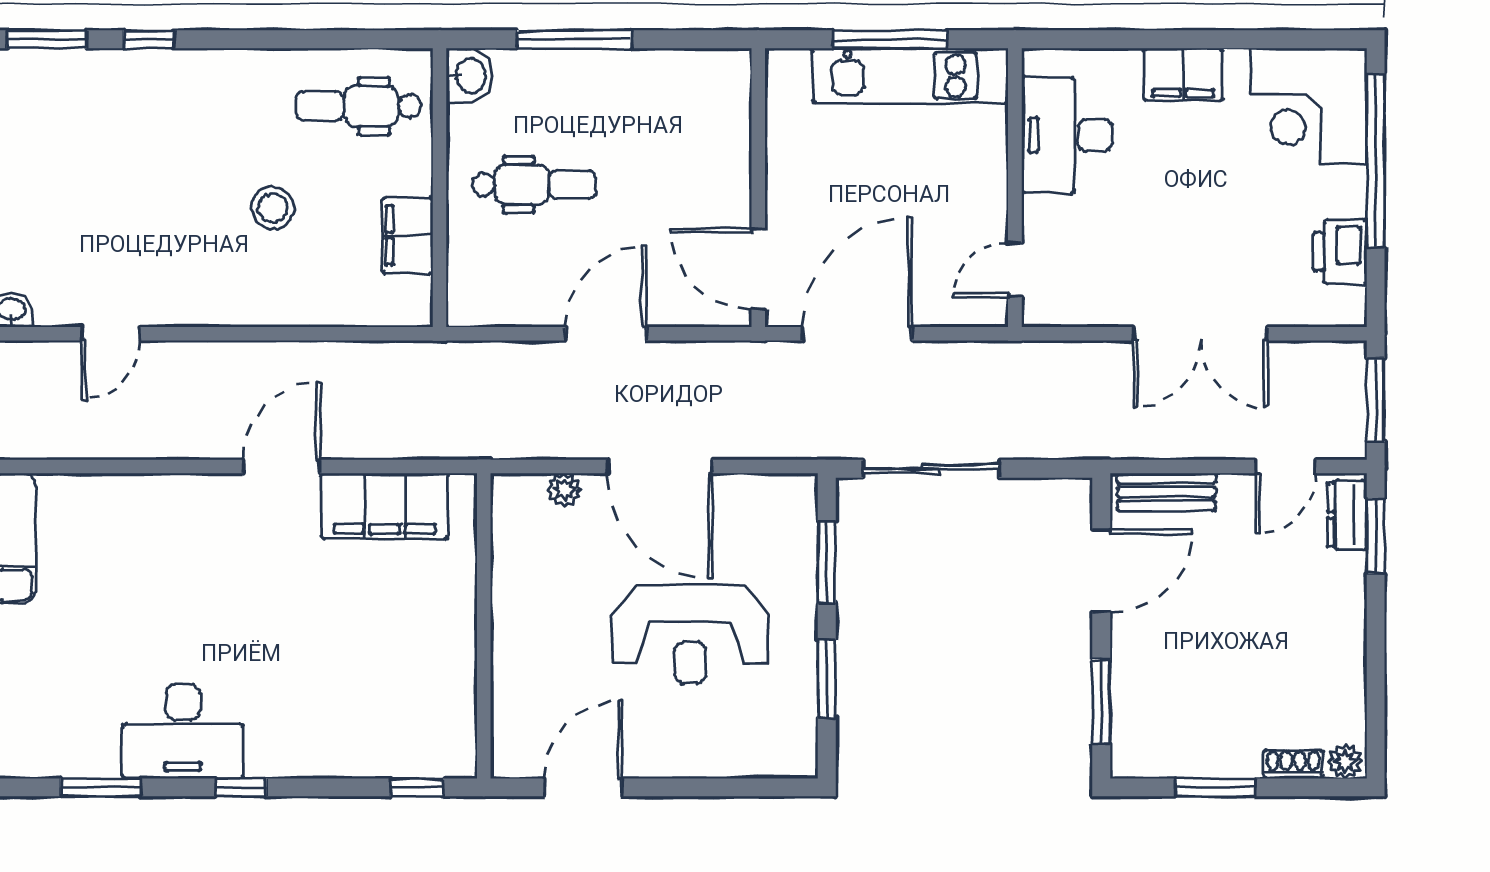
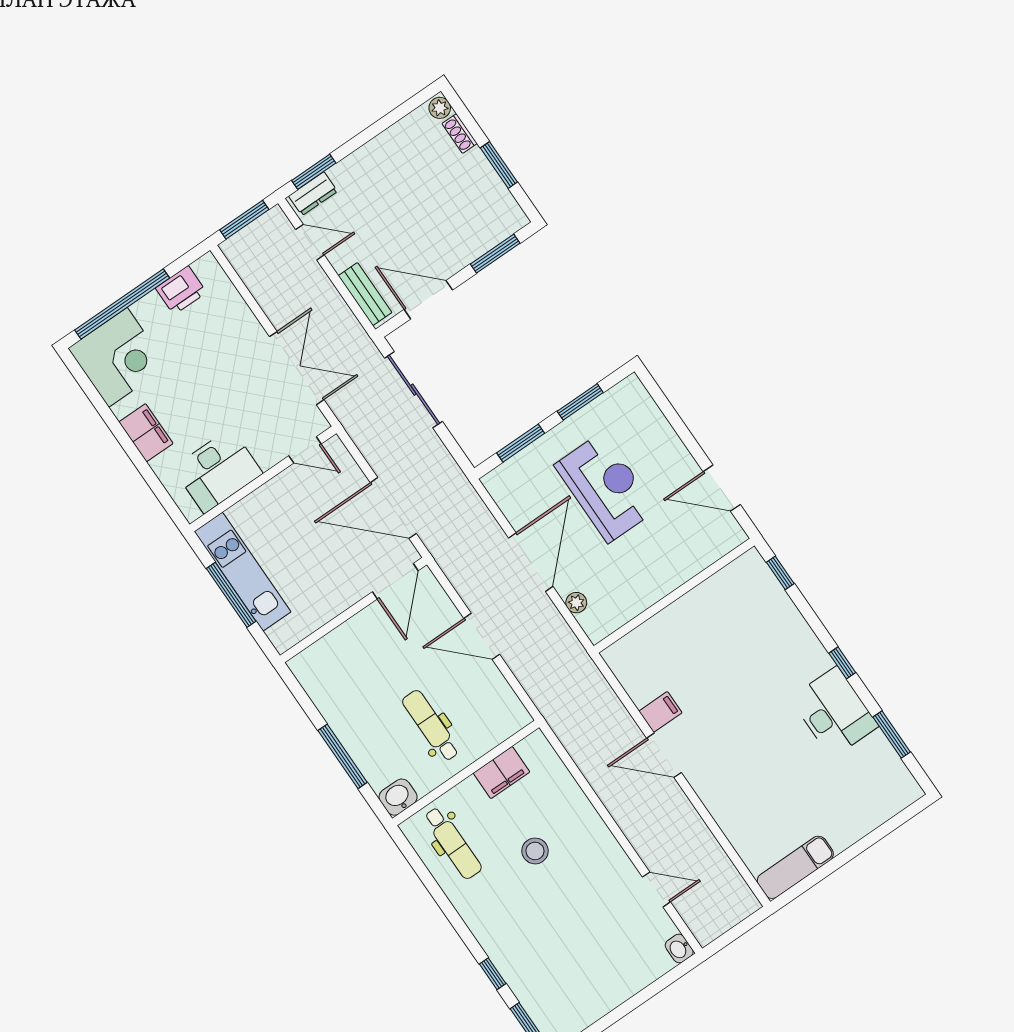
double door: (1201, 334) -> (297, 368), moved
sliding door: (931, 469) -> (413, 390), moved
filing cabinet: (385, 506) -> (660, 712), width x0.33, depth x0.86

